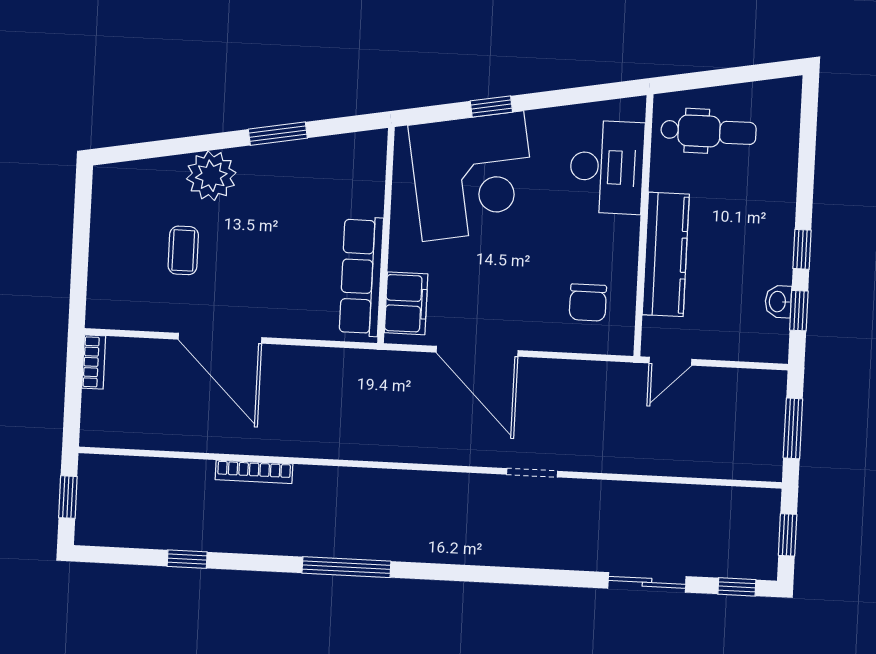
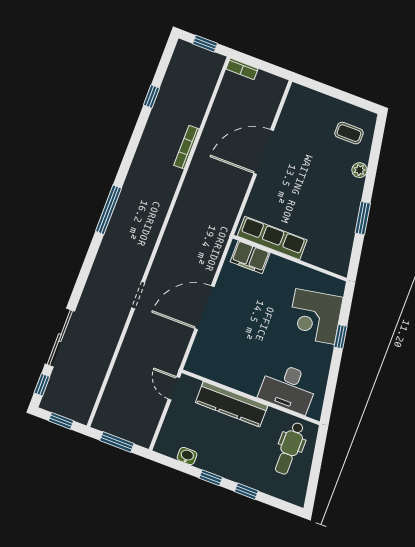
plant: (211, 176) -> (359, 170), width x0.53, depth x0.53
corner desk: (473, 176) -> (315, 316), width x0.74, depth x0.74
coffee table: (183, 250) -> (349, 133), moved
chair: (588, 302) -> (219, 354), removed
window: (799, 311) -> (246, 491), moved
door: (477, 351) -> (204, 308), moved
bookcase: (94, 362) -> (242, 69), moved
window: (346, 567) -> (108, 210), moved
sliding door: (647, 582) -> (60, 338), width x1.37

